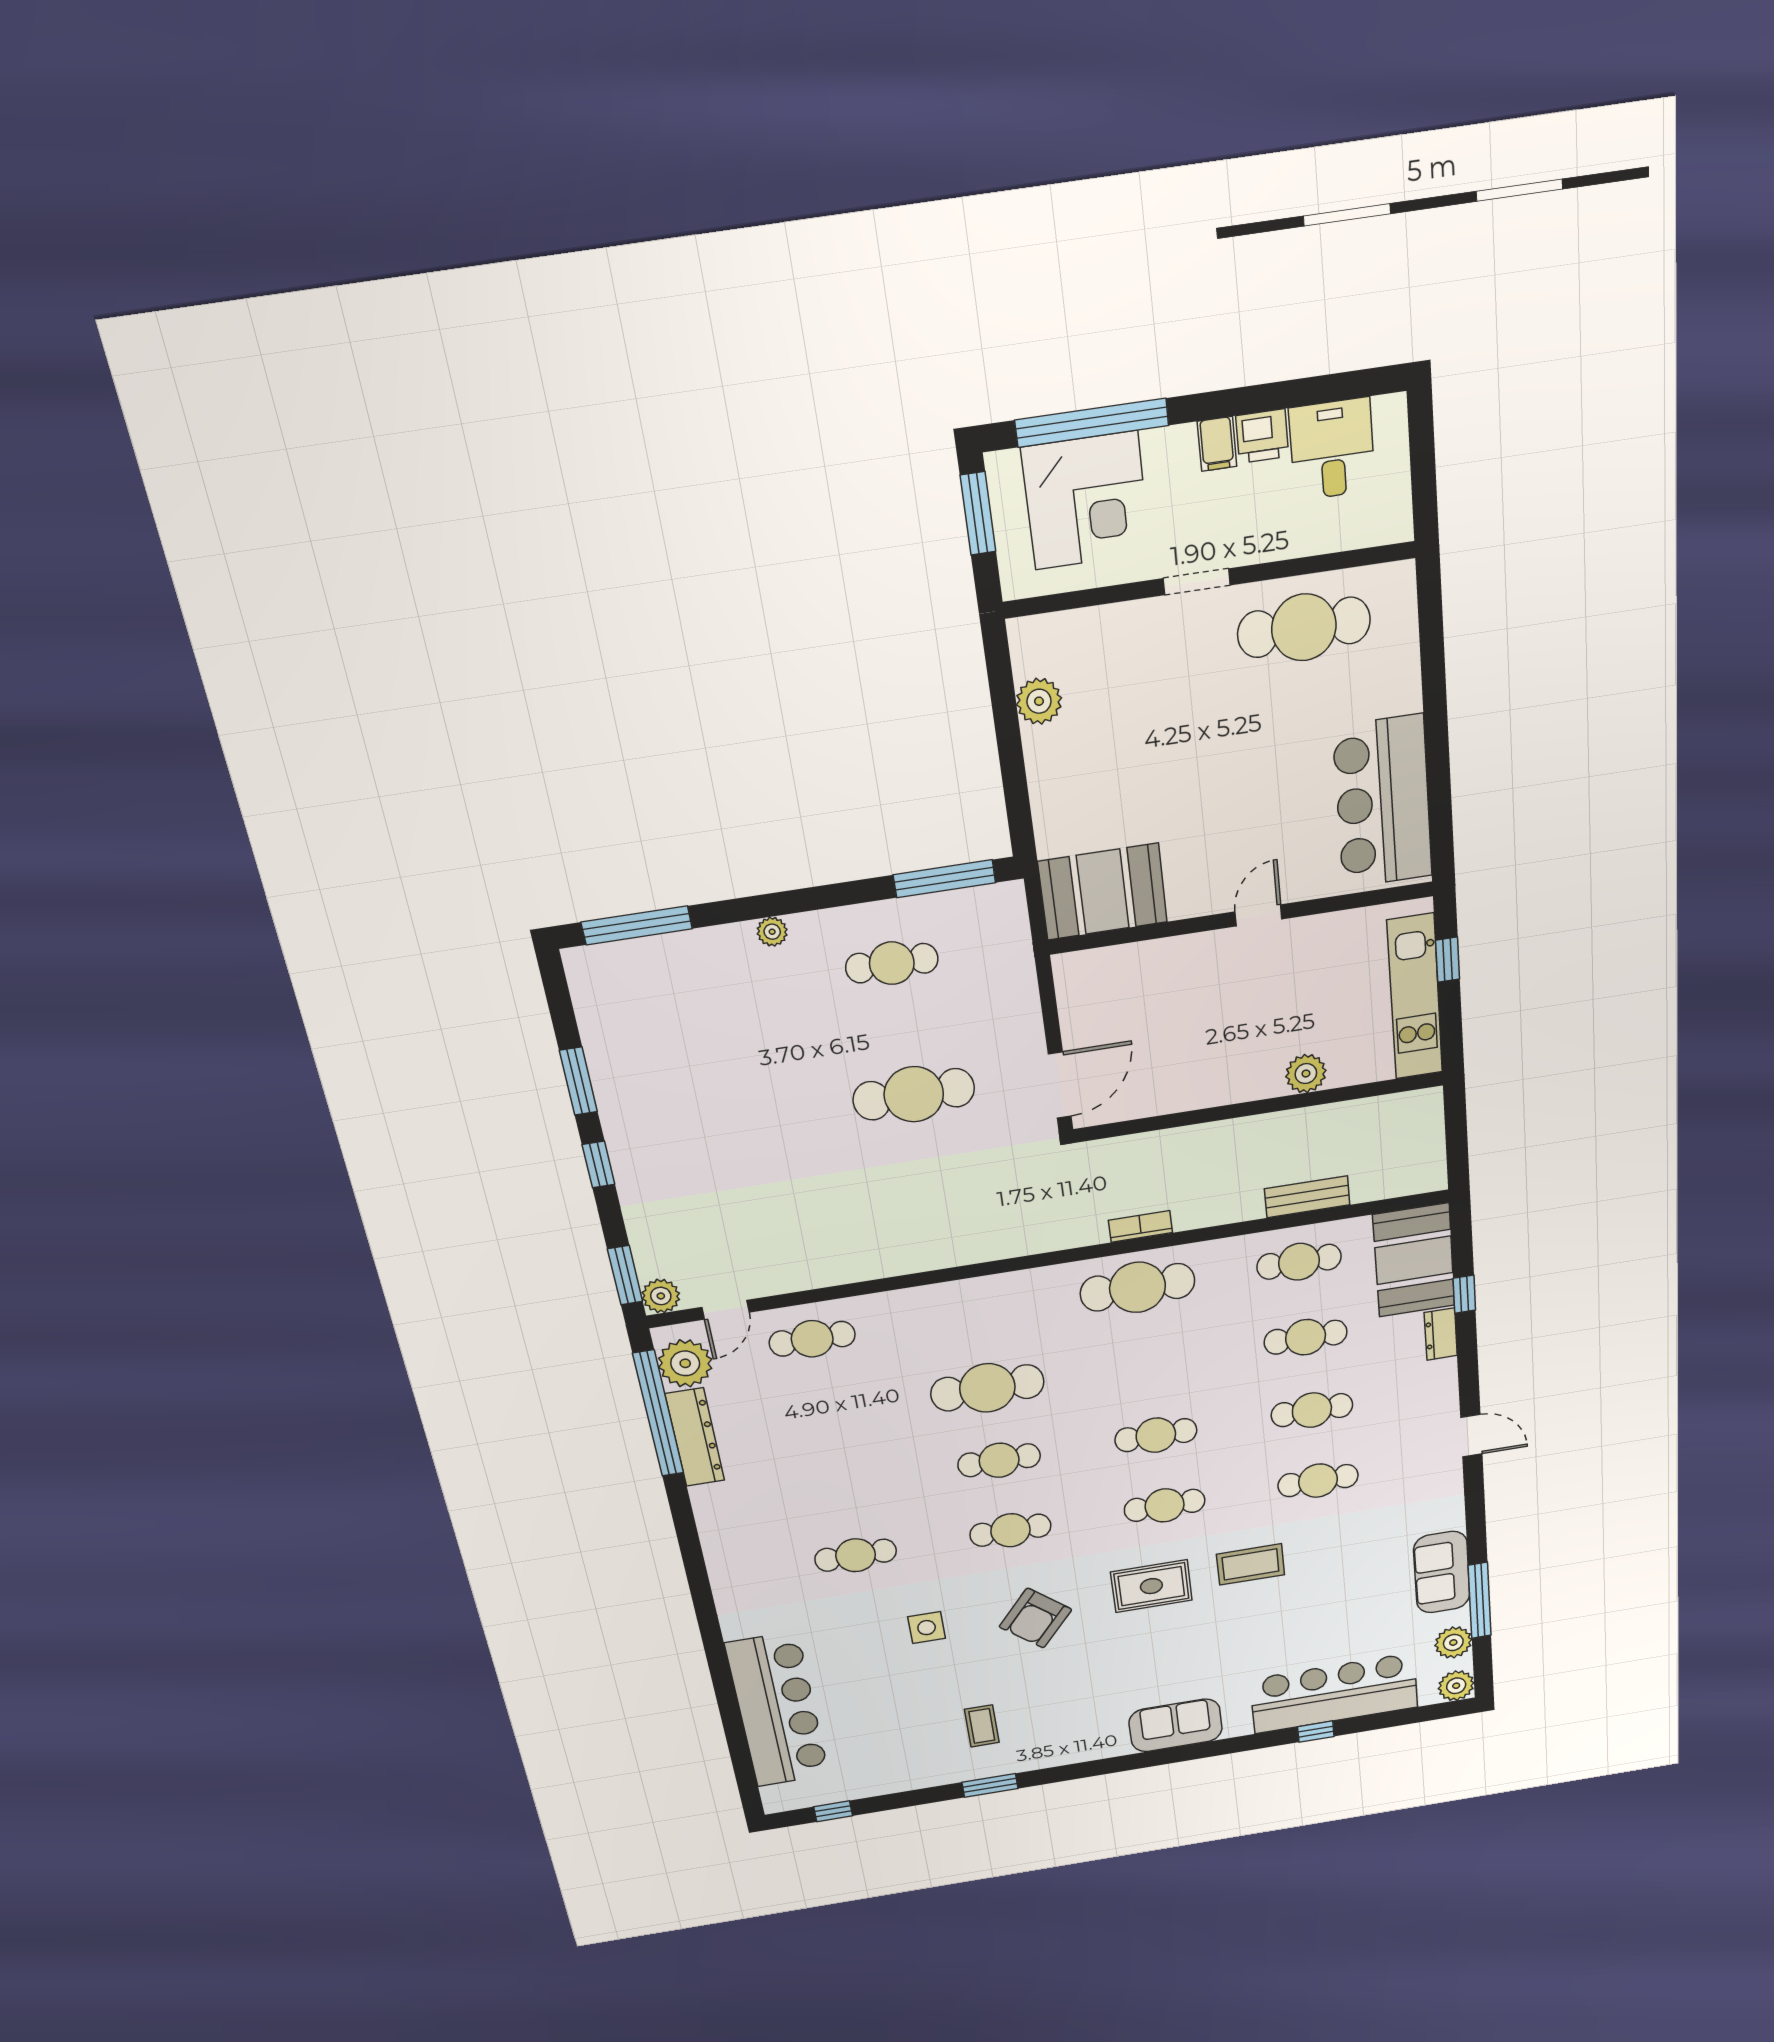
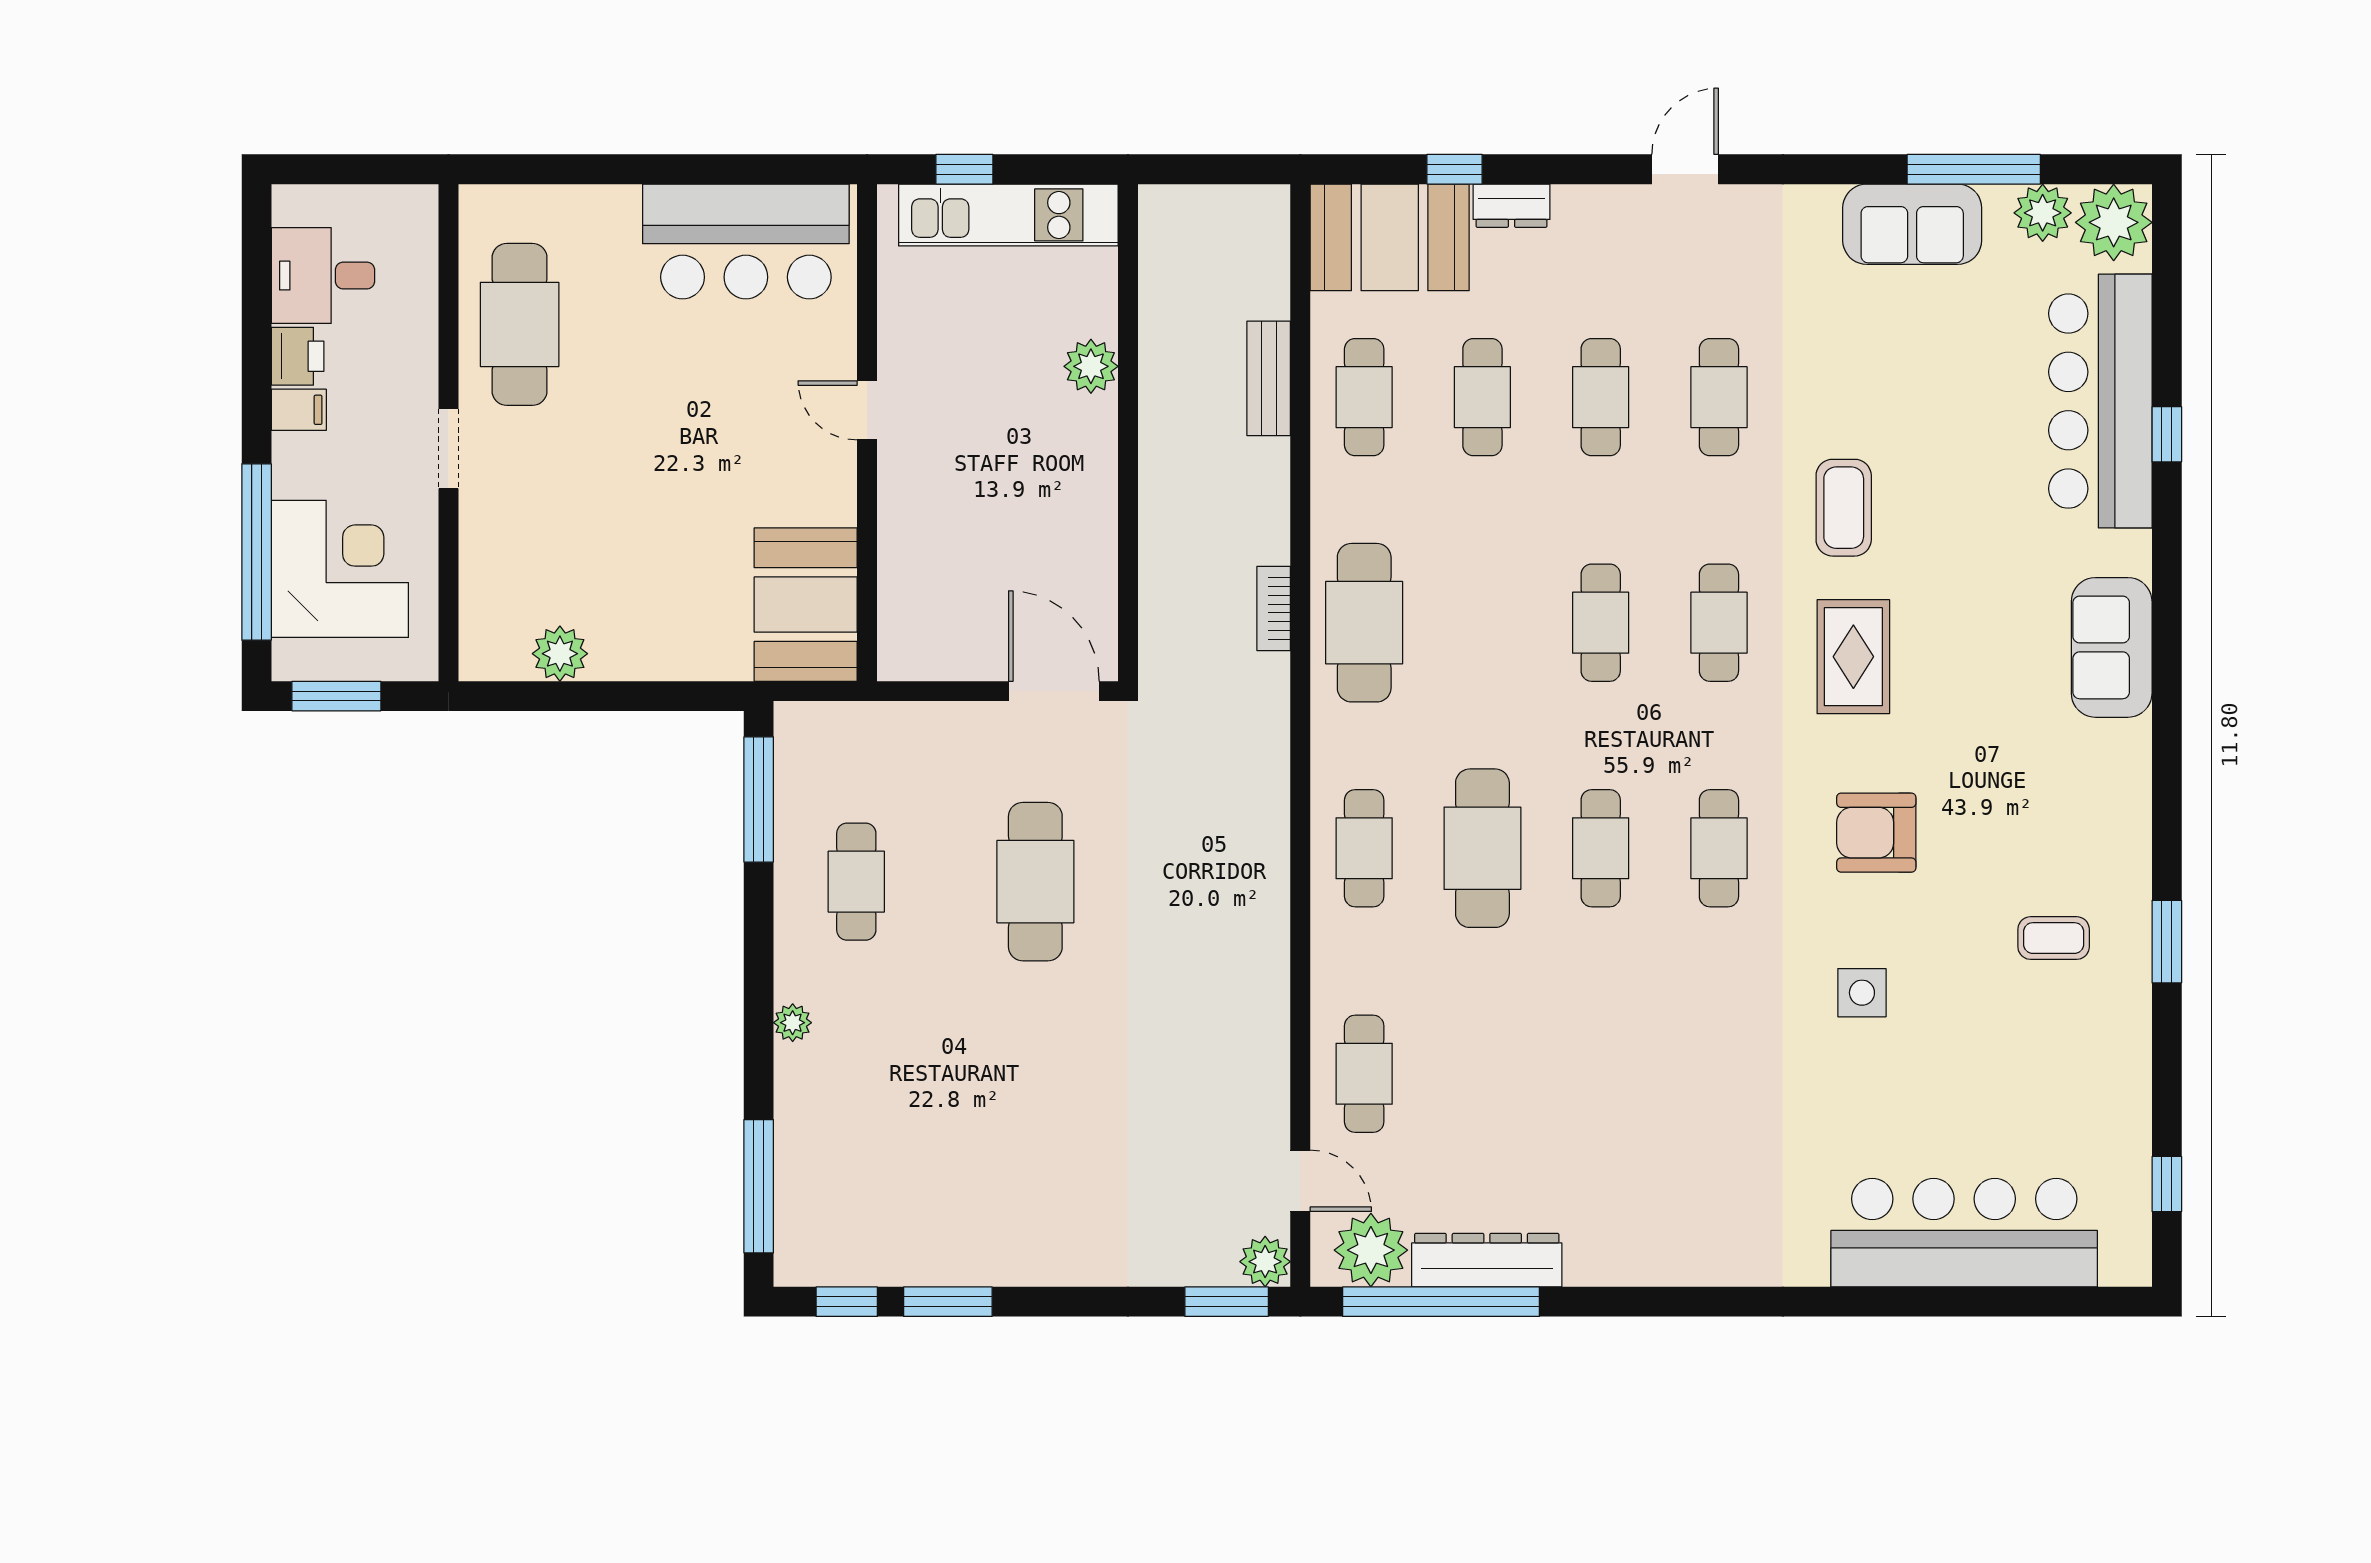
window: (598, 1165) -> (847, 1302), moved
cafe table: (856, 1555) -> (1364, 848), moved
armchair: (1035, 1618) -> (1876, 833), turned 140
plant: (1456, 1686) -> (2114, 222), width x1.36, depth x1.36

